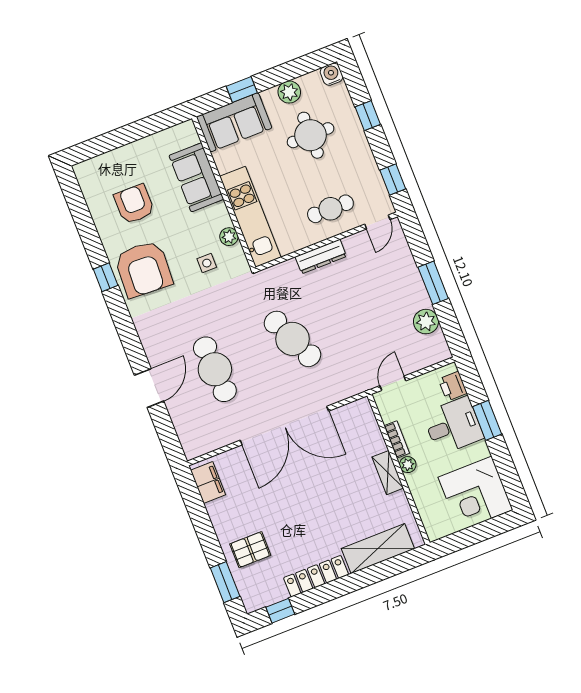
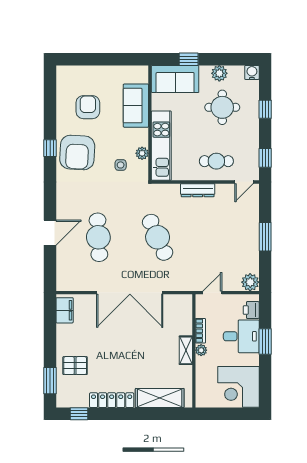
plant: (426, 322) -> (250, 282), moved

